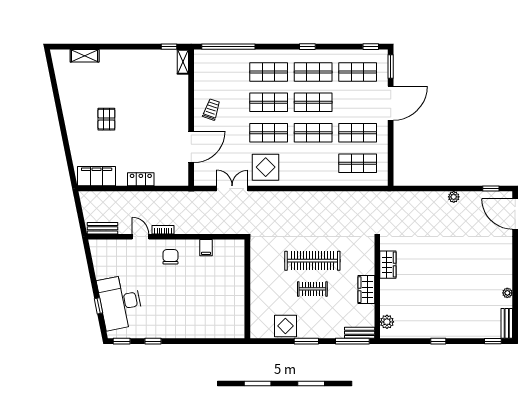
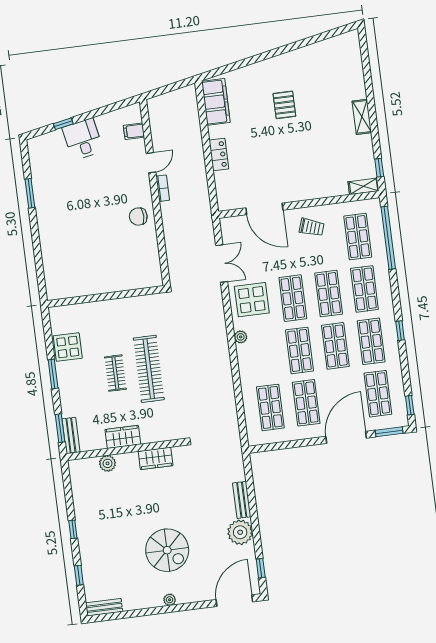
shelving: (85, 56) -> (362, 117), moved
shop shelf: (224, 72) -> (358, 237), added
door: (391, 103) -> (346, 437), swing flipped
pallet: (106, 119) -> (284, 105), turned 90
plant: (296, 180) -> (241, 337), added
plant: (454, 197) -> (240, 532), width x1.87, depth x1.87
bench: (103, 228) -> (242, 500), moved
filing cabinet: (206, 248) -> (134, 131), moved
chair: (170, 257) -> (138, 217), moved, turned 180
spiral stairs: (466, 265) -> (167, 550), added
plant: (507, 293) -> (170, 600), moved
desk: (120, 302) -> (83, 139), width x0.53, depth x0.77
plant: (387, 322) -> (107, 463), moved
window: (122, 341) -> (25, 156), removed
window: (153, 341) -> (30, 193), width x1.50
window: (352, 341) -> (60, 428), width x0.69
window: (493, 341) -> (79, 575), moved

